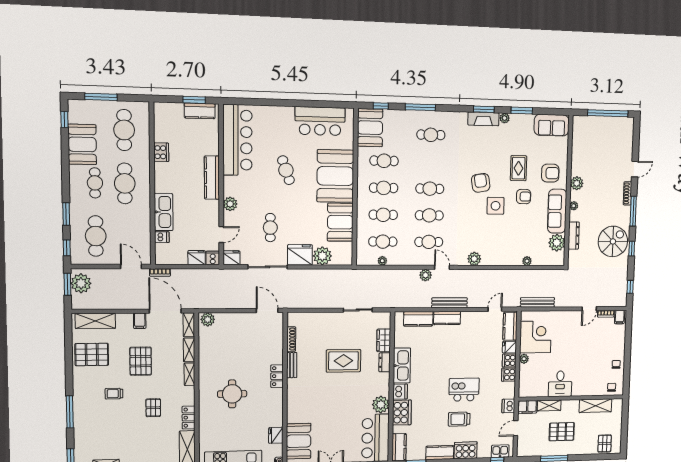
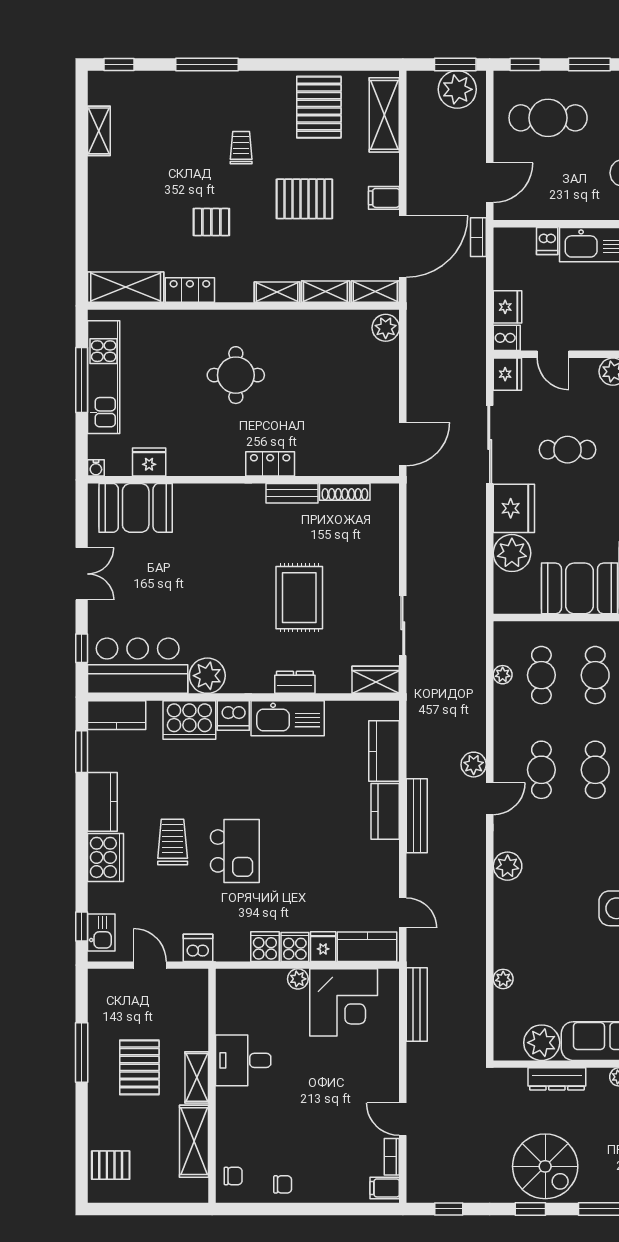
wardrobe: (384, 340) -> (376, 680), moved
shelving: (549, 405) -> (197, 1077), moved
filing cabinet: (527, 407) -> (195, 989), removed

